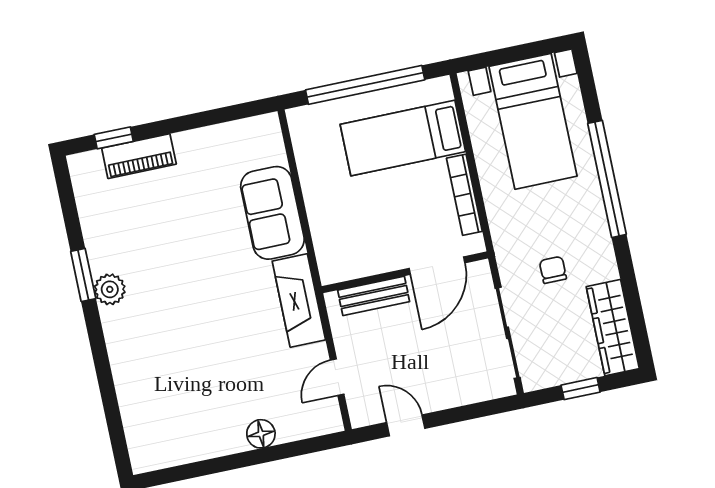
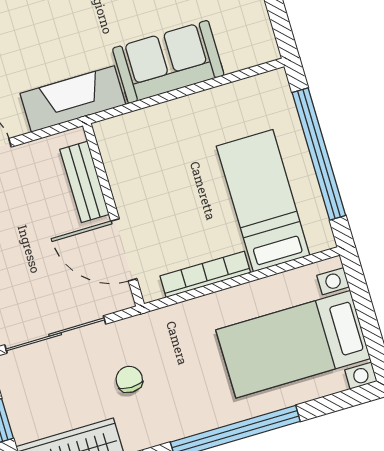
chair: (553, 270) -> (129, 379), turned -90

